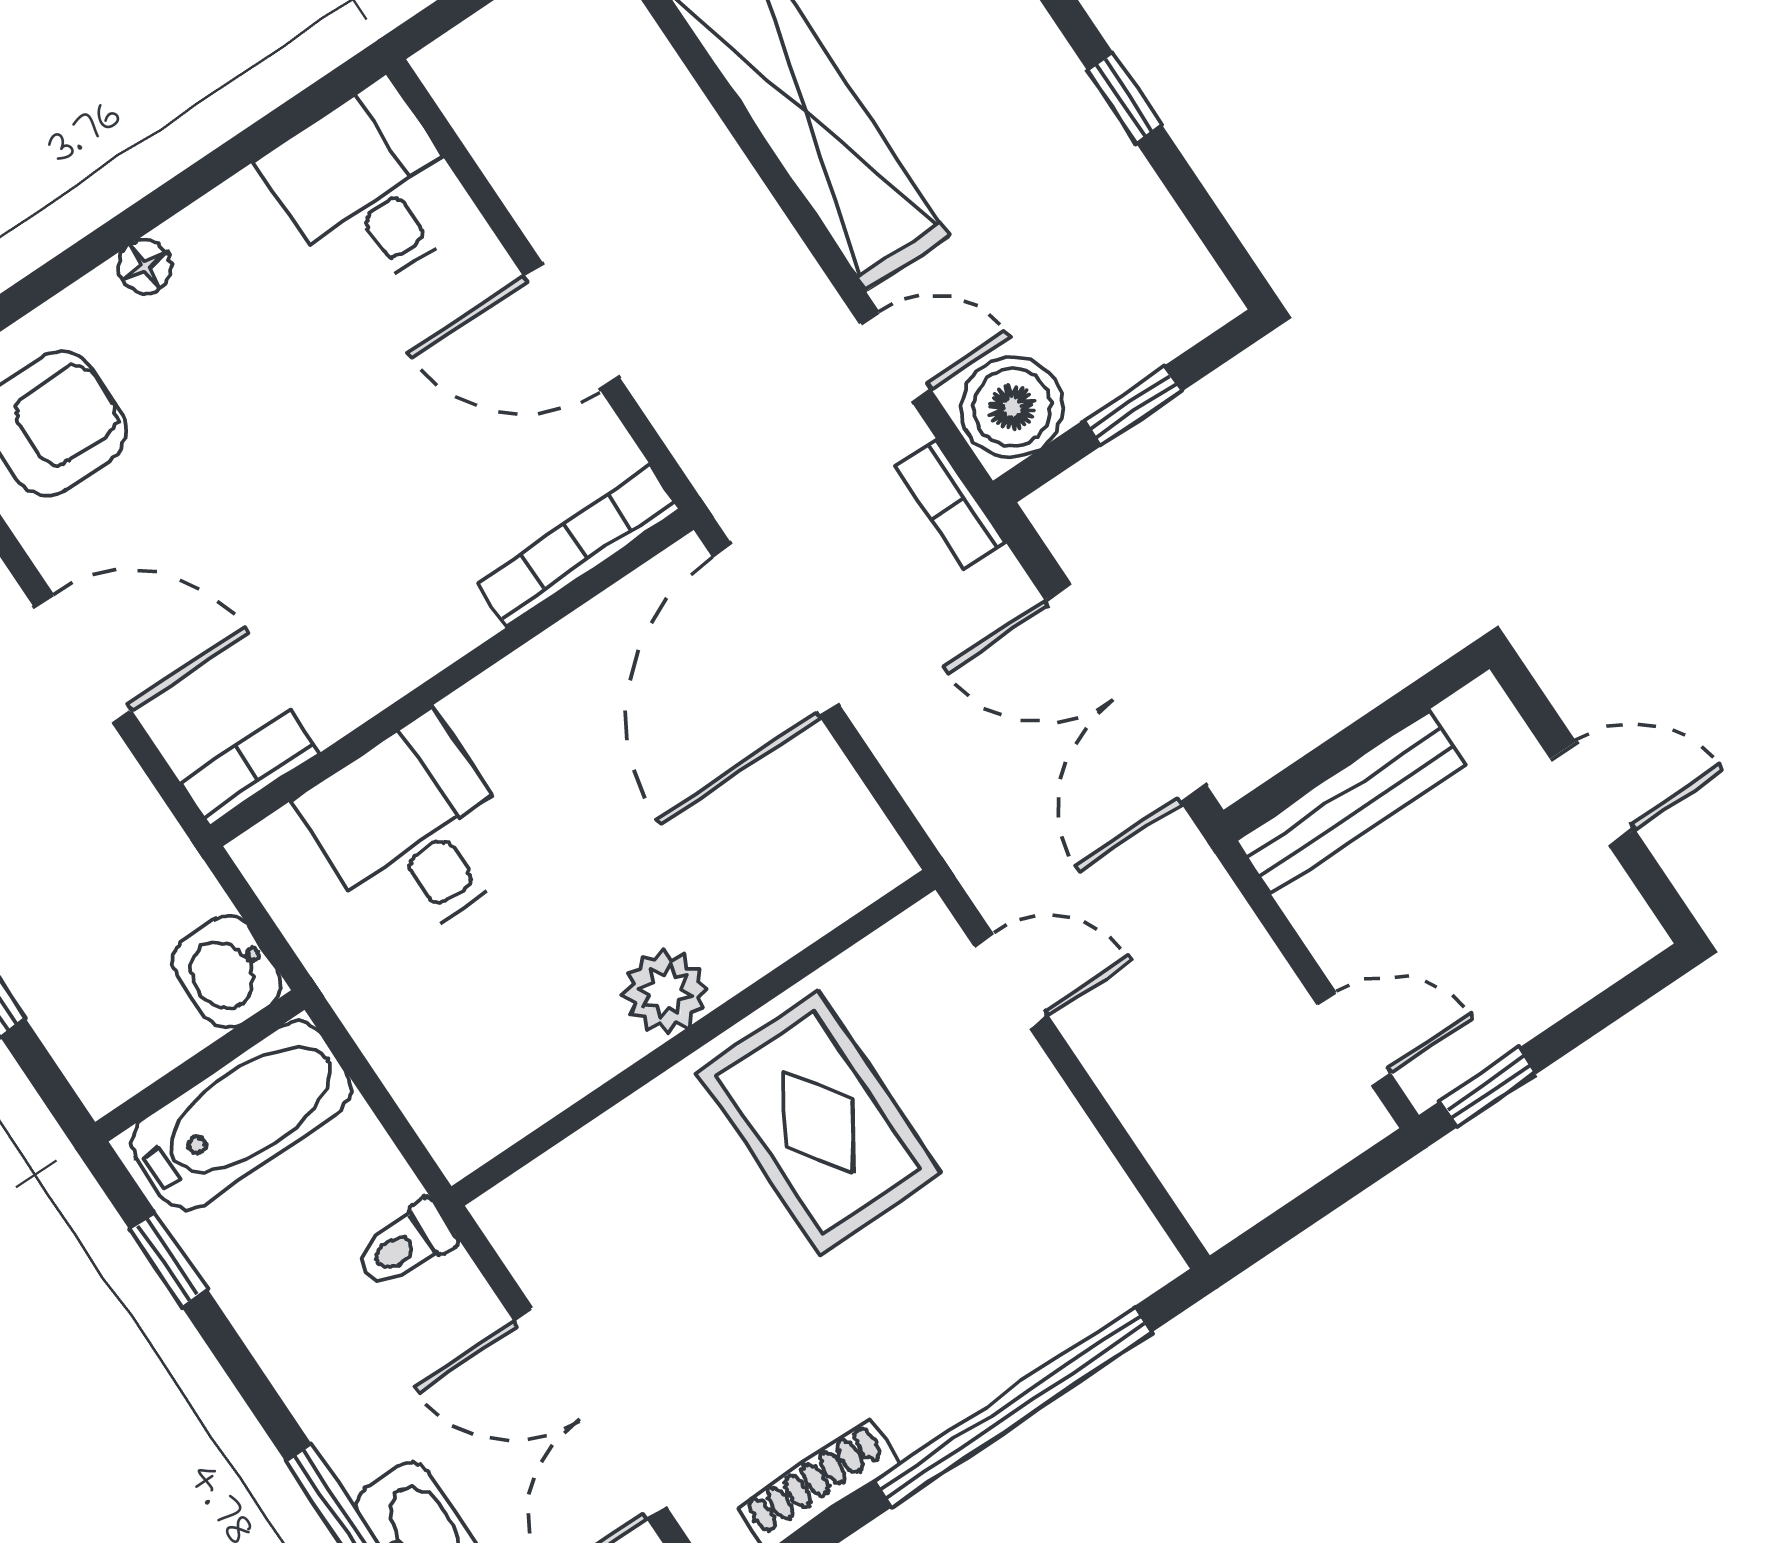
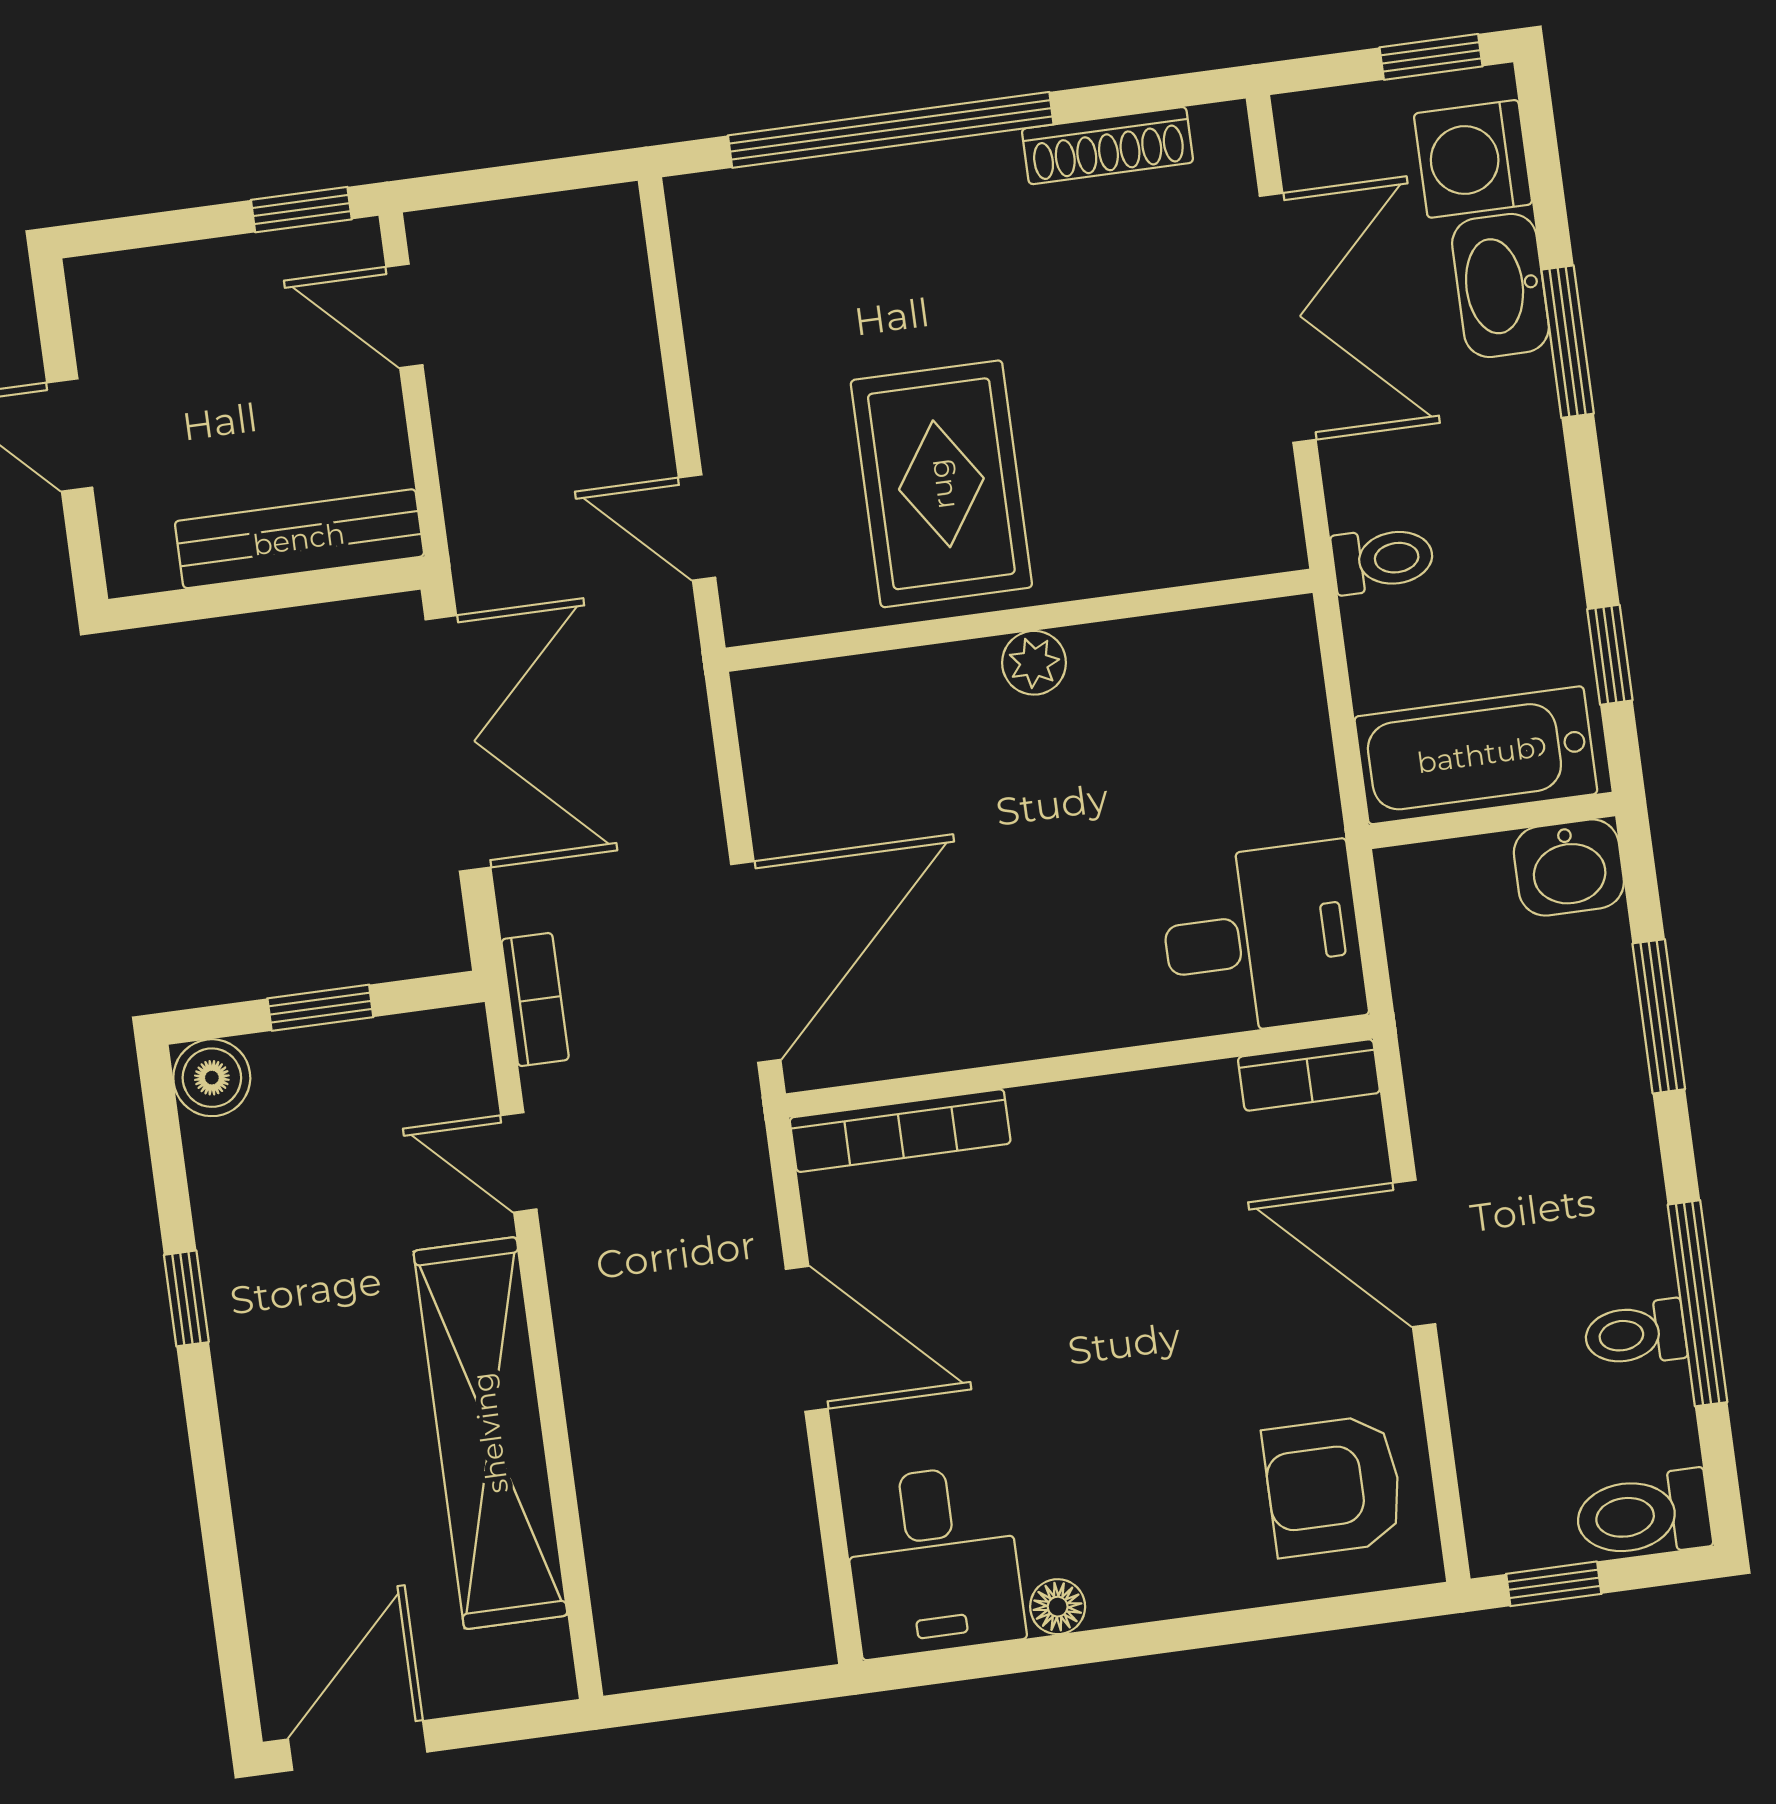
floor lamp: (145, 266) -> (1058, 1607), moved
boiler: (1012, 407) -> (212, 1078), moved, width x0.73, depth x0.73
desk: (412, 831) -> (1262, 939), moved, turned -90
washbasin: (227, 972) -> (1569, 868), moved, turned 90
plant: (666, 991) -> (1034, 663), width x0.73, depth x0.73

